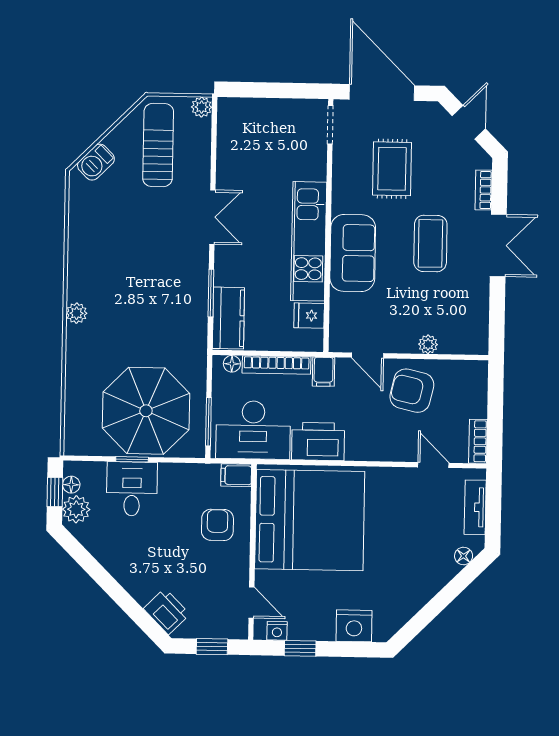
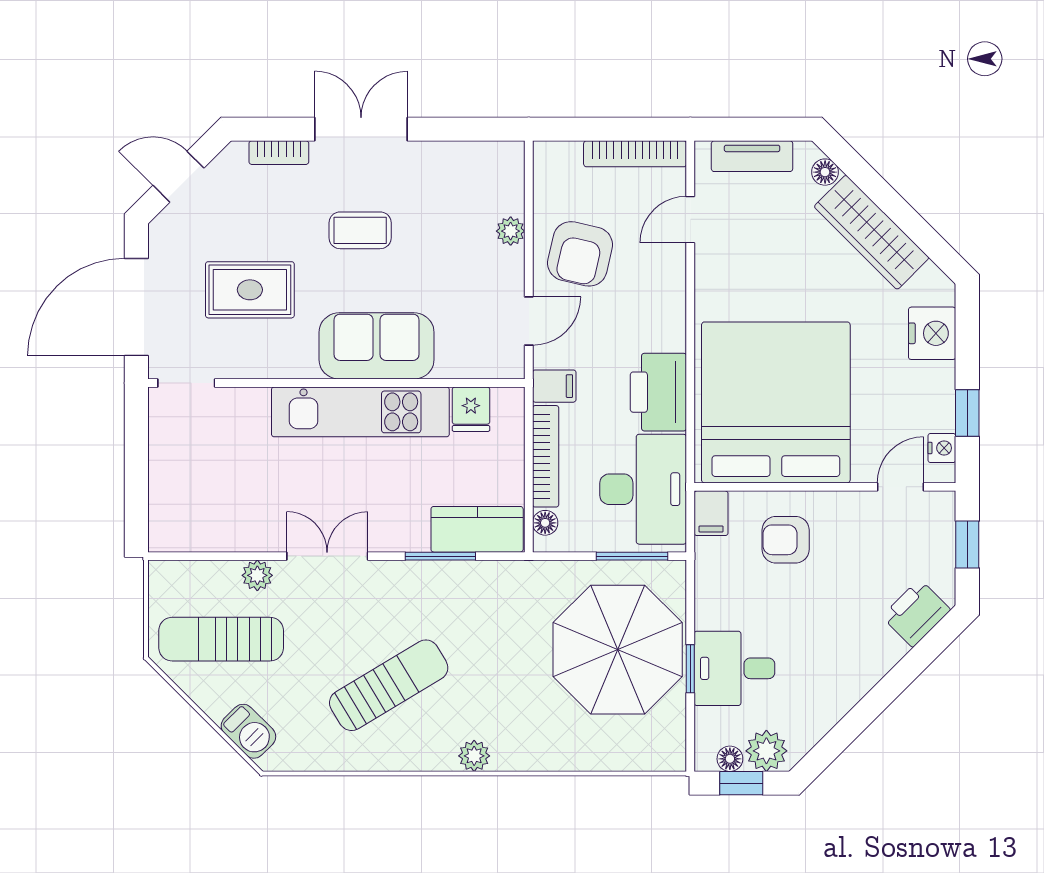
plant: (202, 107) -> (257, 575), moved
coffee table: (430, 243) -> (360, 230), width x0.73, depth x0.77
sun lounger: (125, 257) -> (389, 685), added
bookcase: (478, 441) -> (635, 154), width x1.56
wardrobe: (423, 586) -> (872, 232), added

